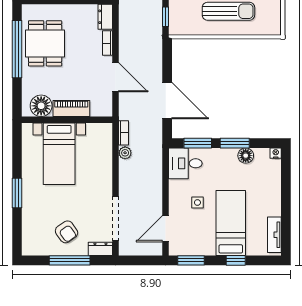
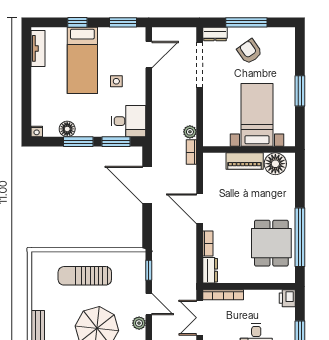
floor lamp: (41, 106) -> (275, 164), moved
piano: (71, 108) -> (245, 161), moved
wall: (67, 120) -> (249, 150), moved
bed with nightstands: (59, 154) -> (257, 115), moved

